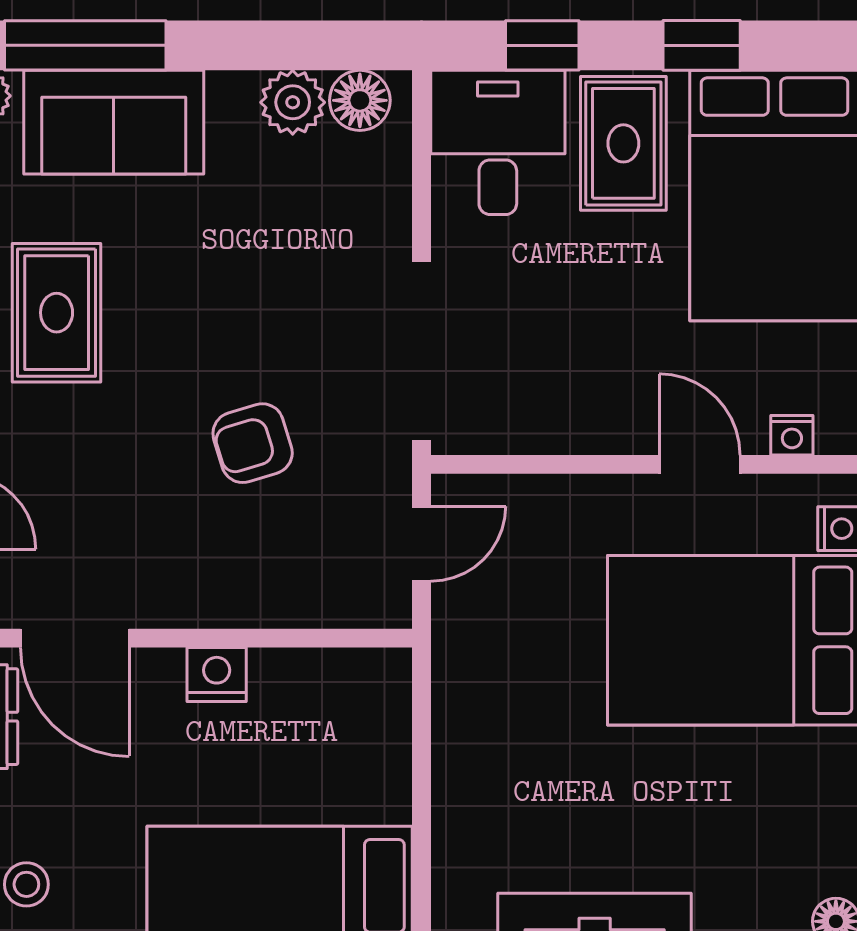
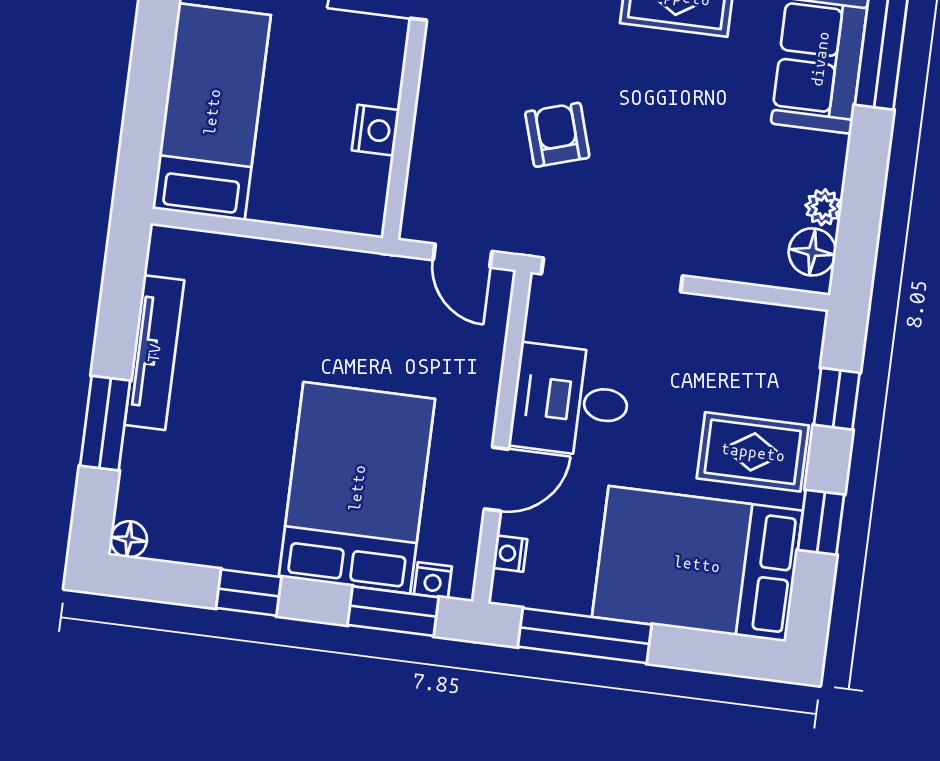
plant: (293, 102) -> (823, 207), width x0.73, depth x0.73
desk: (498, 142) -> (571, 401), moved, turned 180
nightstand: (217, 675) -> (376, 130), moved

